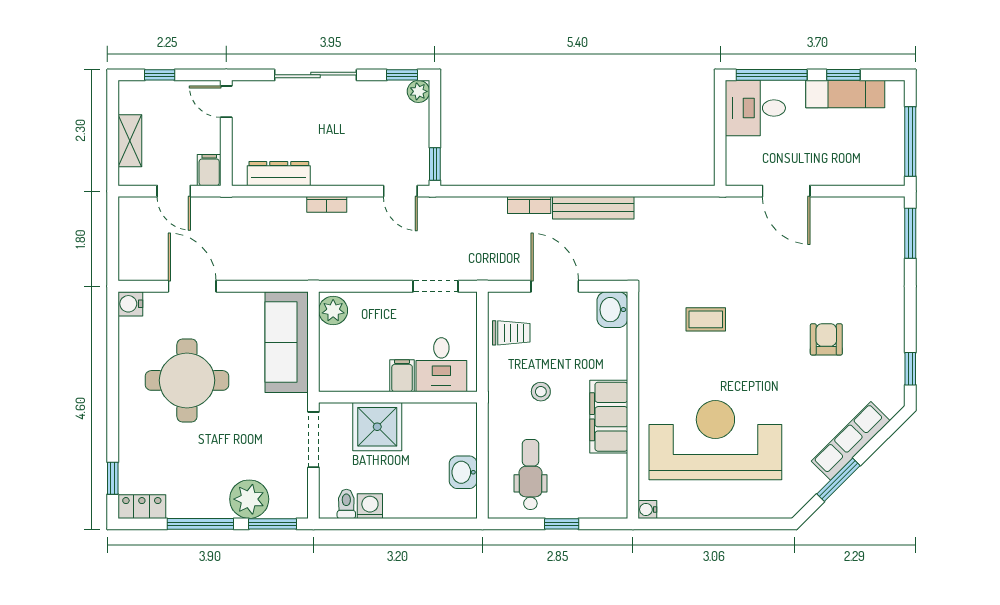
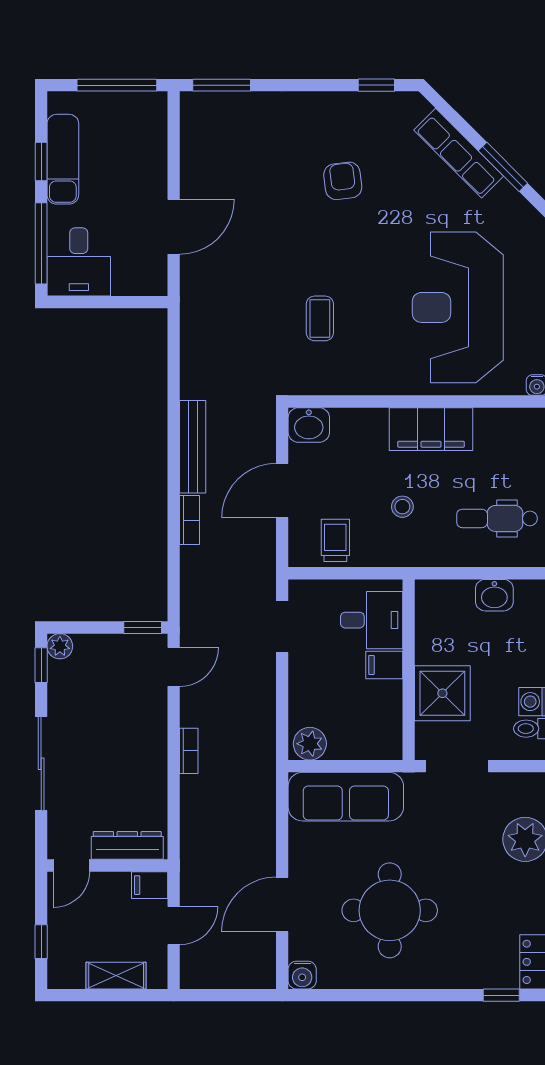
dresser: (279, 174) -> (127, 845), moved, turned 90
armchair: (826, 339) -> (343, 181), turned 83

